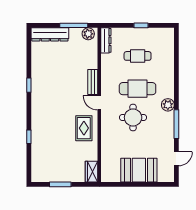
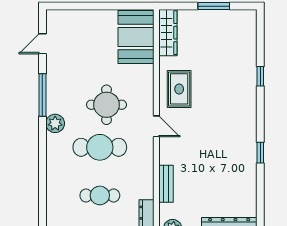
bench: (93, 82) -> (166, 184), moved
booth: (139, 170) -> (136, 37), moved, turned 90
wardrobe: (91, 172) -> (168, 33), width x1.50

